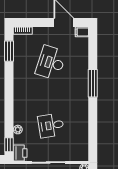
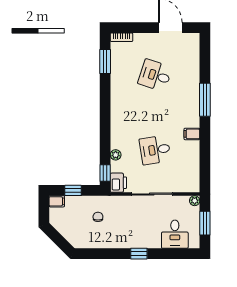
filing cabinet: (82, 32) -> (192, 134), moved
desk: (51, 63) -> (155, 75), width x0.73

